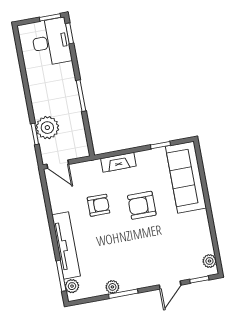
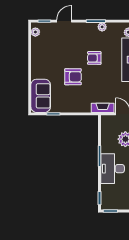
desk: (51, 42) -> (113, 169), moved
fireplace: (118, 162) -> (103, 108), moved
sofa: (186, 177) -> (41, 96), width x0.73
armchair: (98, 205) -> (94, 58), moved

